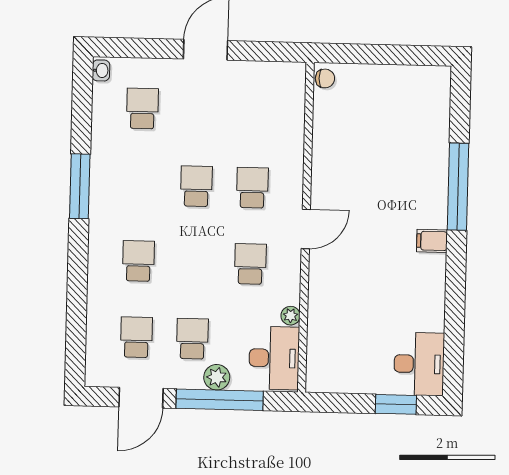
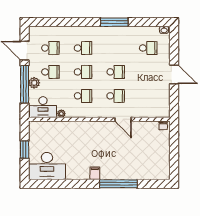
door: (306, 229) -> (123, 119), moved
school desk: (194, 262) -> (83, 72), added
desk: (419, 364) -> (47, 166), width x1.36, depth x1.30
window: (396, 404) -> (25, 150), moved

